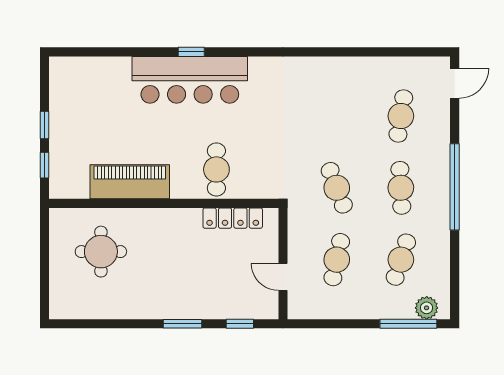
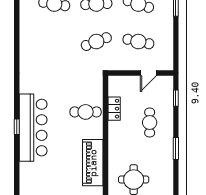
locker: (233, 218) -> (114, 109), width x0.66
cafe table: (198, 279) -> (150, 123), added
window: (183, 324) -> (176, 148), moved

